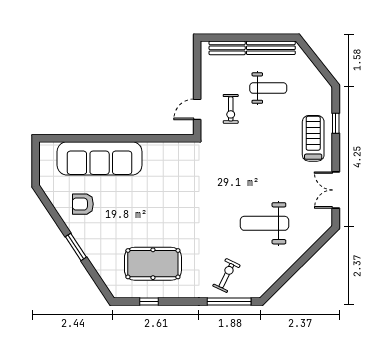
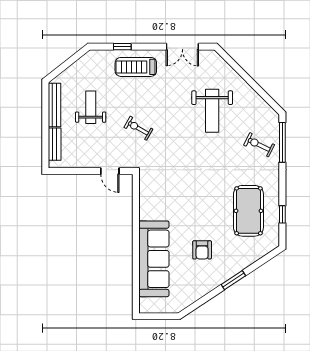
exercise bike: (231, 109) -> (138, 128), moved, turned -150
armchair: (83, 204) -> (202, 250), moved

